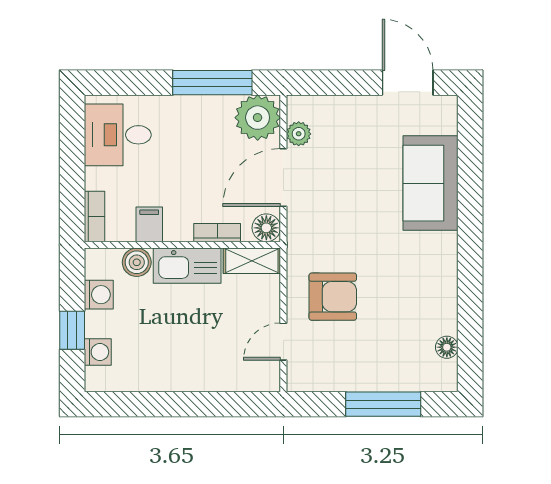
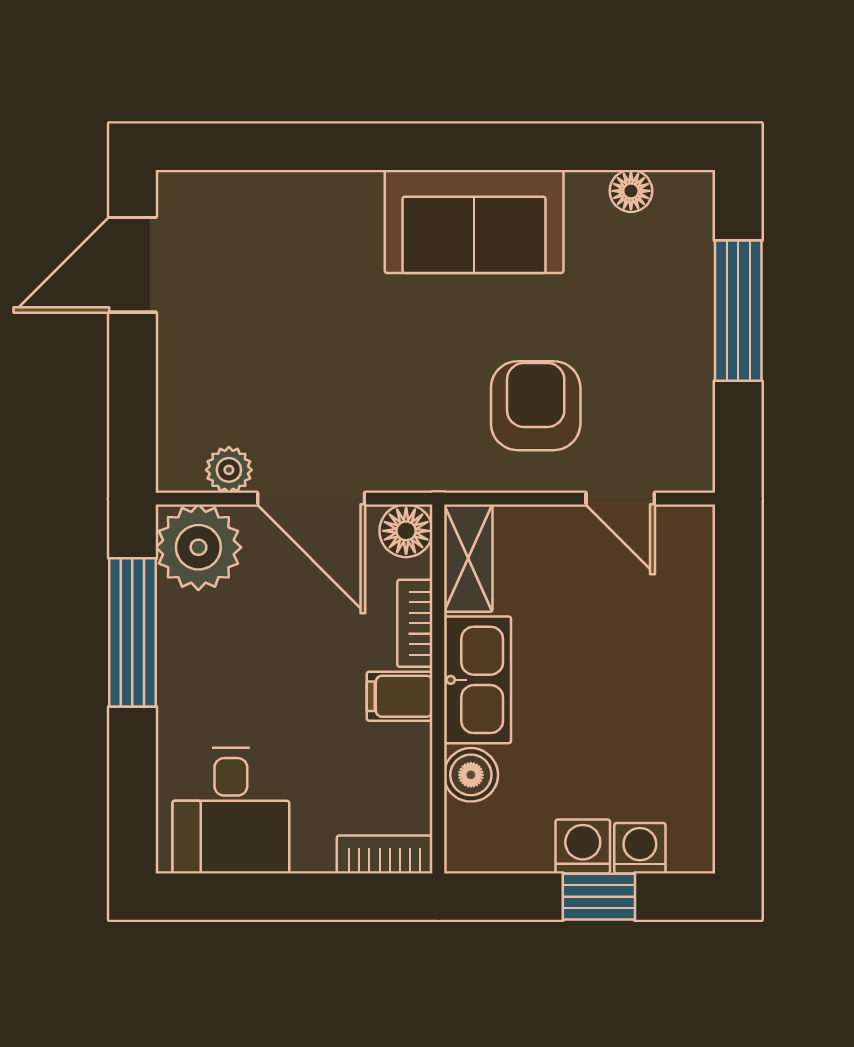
sofa: (431, 183) -> (474, 221), moved
filing cabinet: (149, 224) -> (400, 696), moved
washing machine: (99, 295) -> (583, 846), moved

